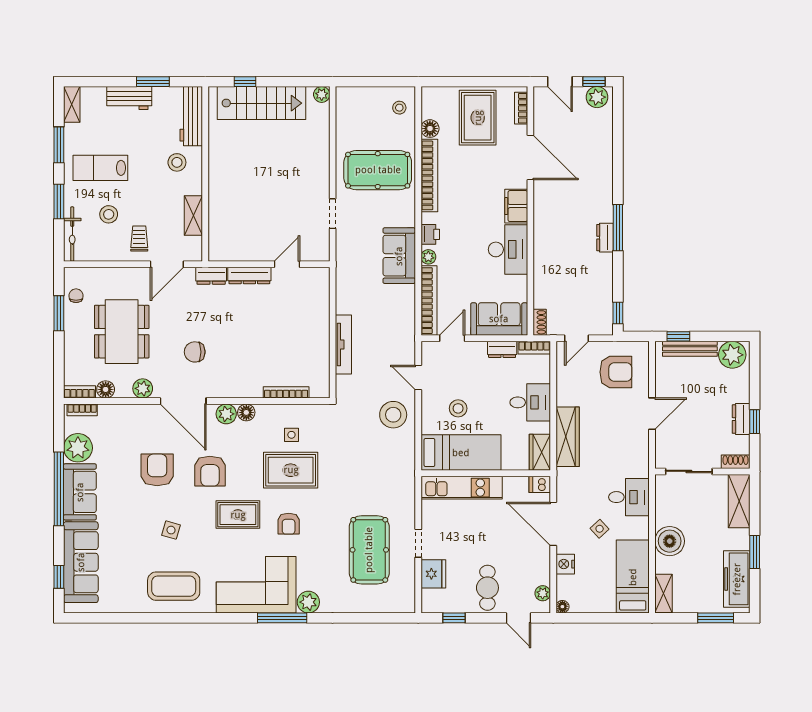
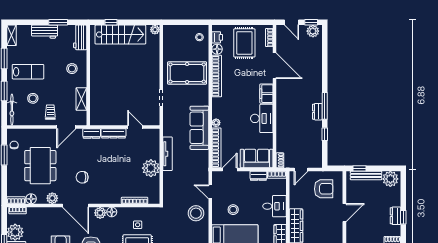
workbench: (191, 116) -> (80, 37), width x0.73
lab bench: (100, 168) -> (28, 72), turned 180
printer: (430, 234) -> (217, 37), moved
sofa: (399, 256) -> (199, 128), width x1.36
door: (287, 264) -> (135, 127), hinge flipped
window: (618, 313) -> (325, 134), moved
plant: (315, 336) -> (151, 168), added
tv unit: (343, 344) -> (167, 154), moved

